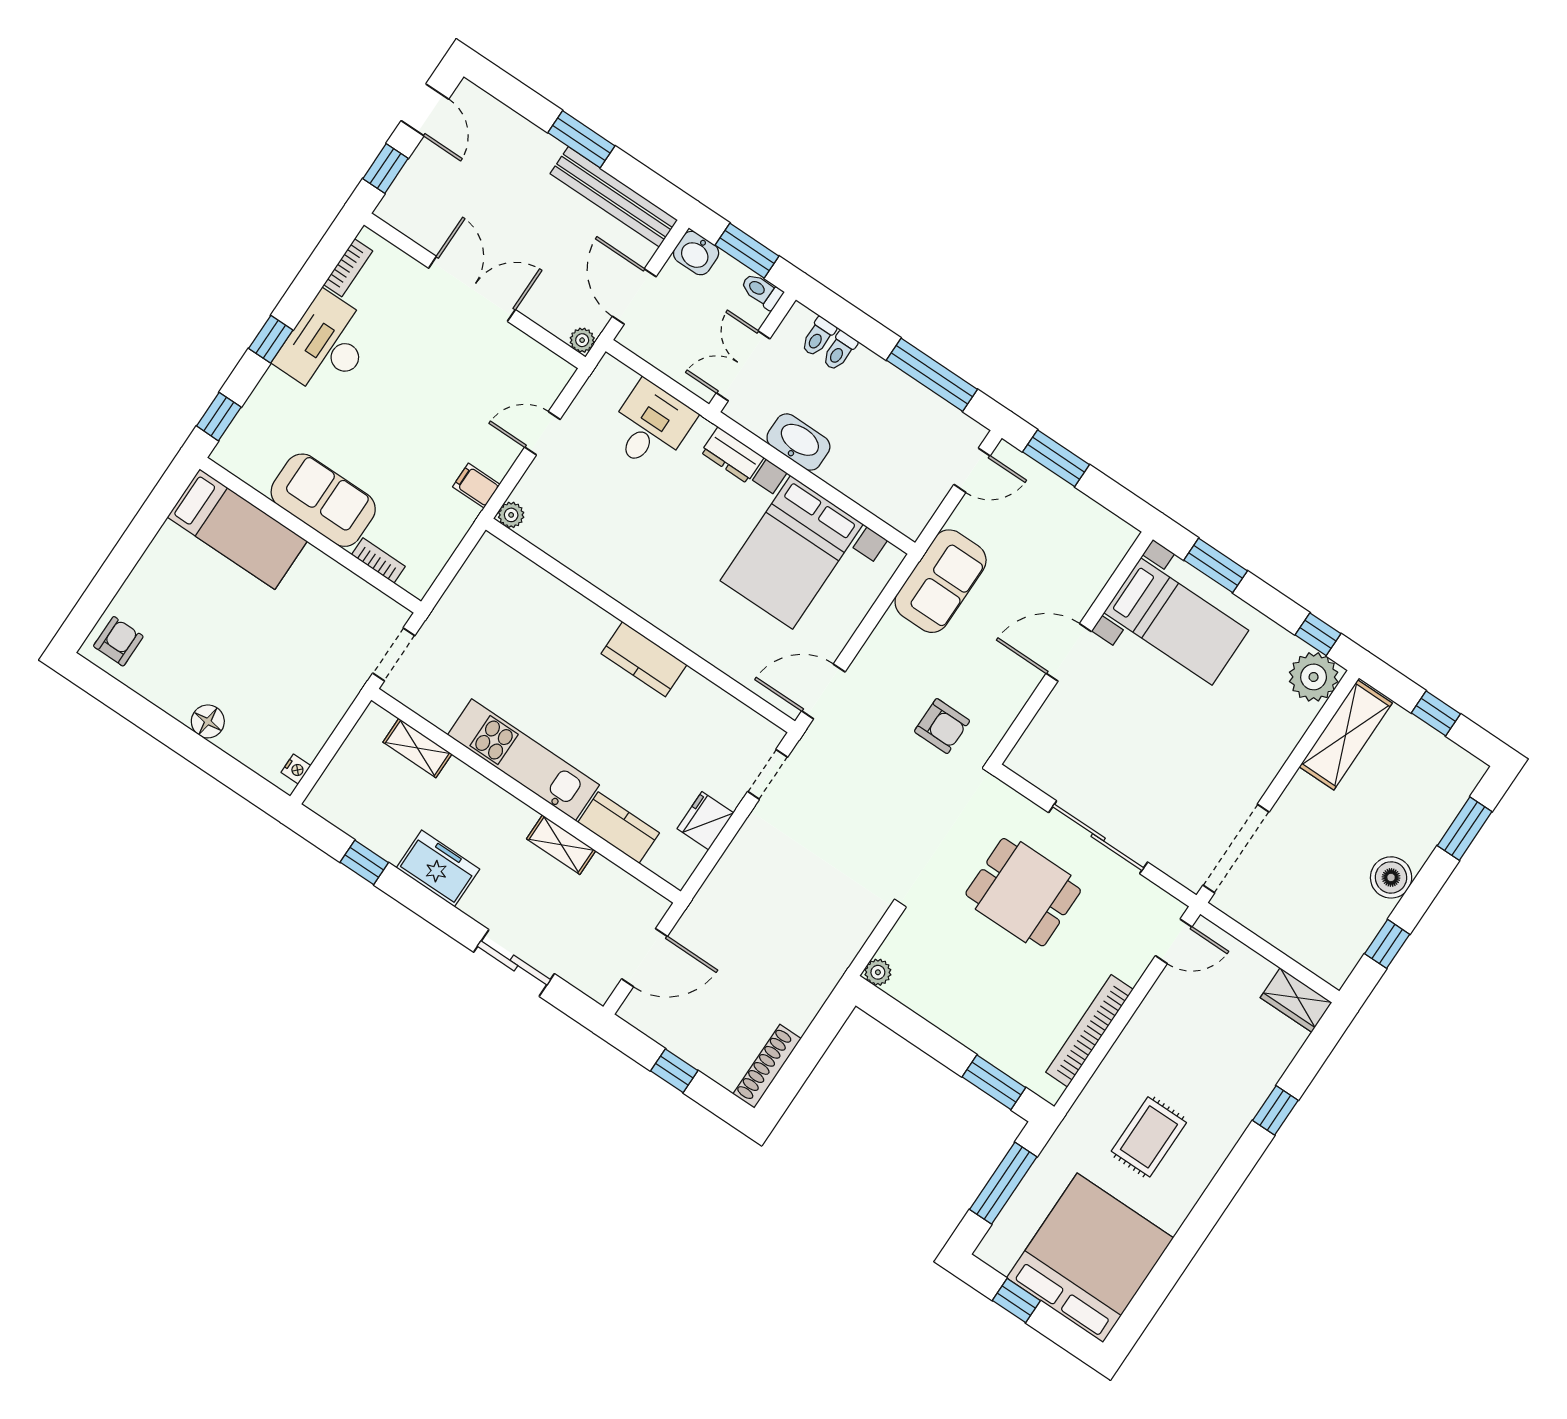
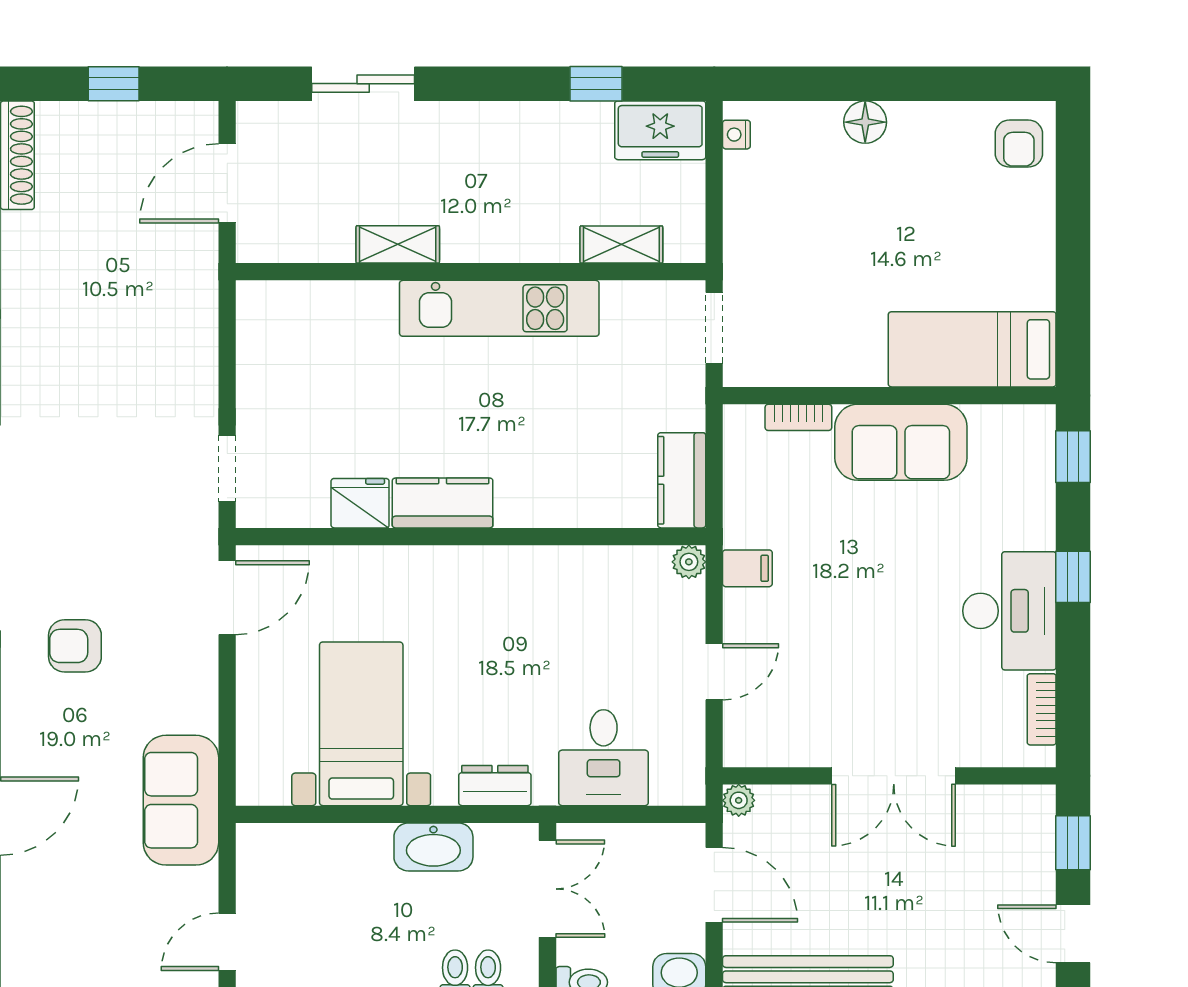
bed with nightstands: (792, 552) -> (361, 724), width x0.73
fridge: (705, 821) -> (360, 503), moved, turned -90
kitchen counter: (619, 828) -> (682, 480), moved, turned 90
freezer: (438, 868) -> (660, 130), moved

